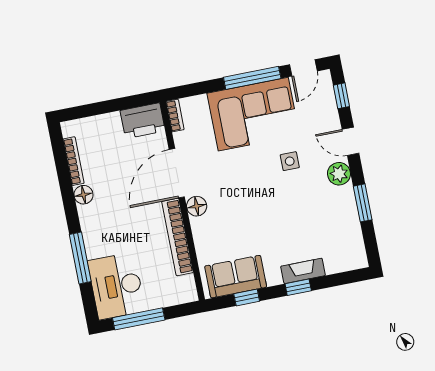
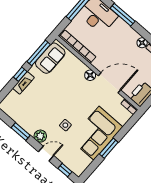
door: (303, 68) -> (90, 169), removed
window: (252, 78) -> (109, 148), width x0.69
door: (177, 173) -> (109, 83), hinge flipped
bookcase: (178, 237) -> (78, 47), moved
window: (247, 297) -> (39, 53), width x2.17

